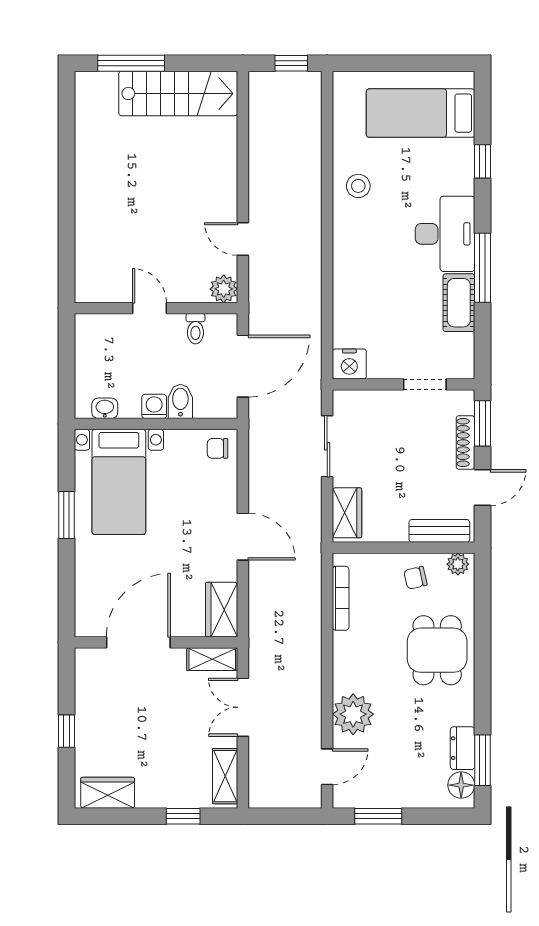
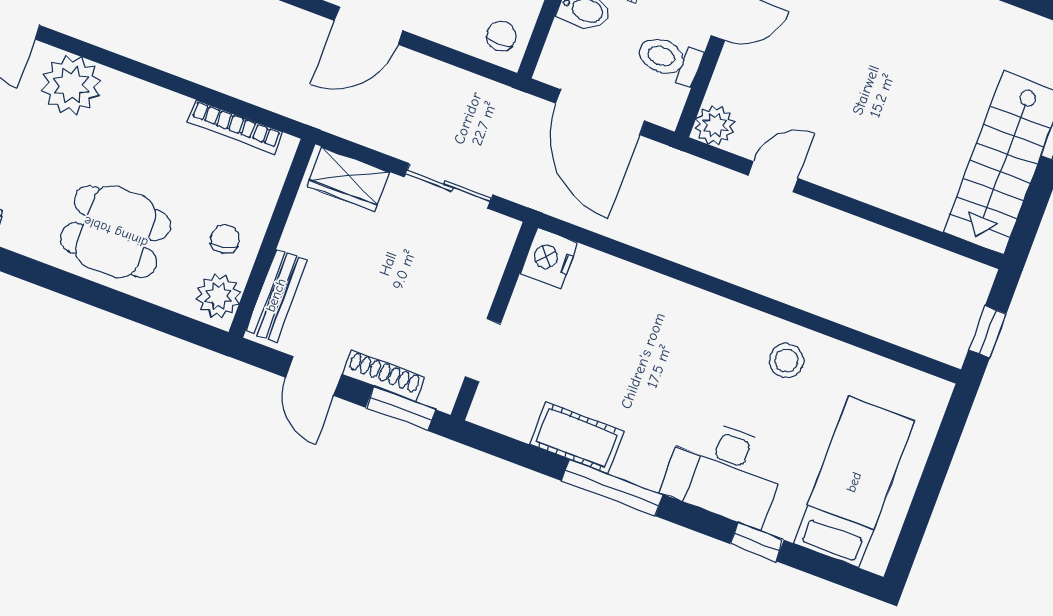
desk: (445, 234) -> (725, 472), moved
toilet: (195, 329) -> (669, 59), width x1.37, depth x1.39
plant: (458, 564) -> (218, 296), width x1.38, depth x1.38

